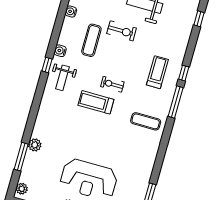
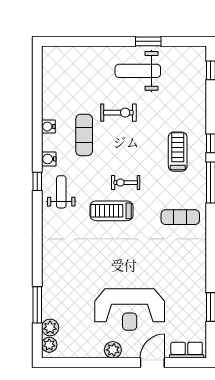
water cooler: (71, 12) -> (48, 127), moved
weight bench: (63, 78) -> (61, 192), turned 180
plant: (35, 145) -> (50, 328), moved

